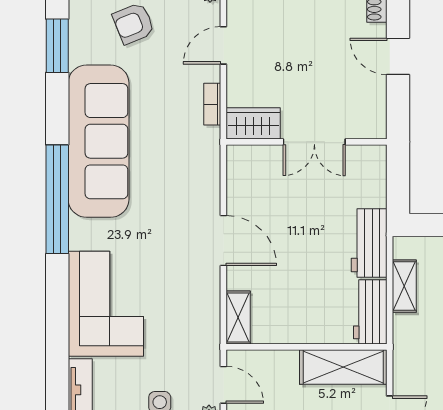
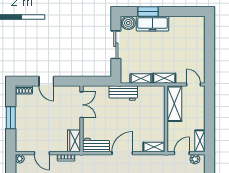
door: (398, 56) -> (46, 81), hinge flipped
double door: (314, 142) -> (82, 105), moved
workbench: (370, 312) -> (96, 145), moved, turned 180
shelving: (405, 342) -> (164, 78), added

